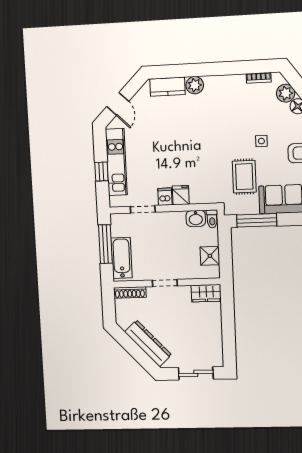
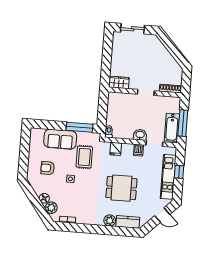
door: (118, 104) -> (162, 215), swing flipped
dining table: (183, 137) -> (121, 188), added
fridge: (181, 195) -> (116, 149), moved
washbasin: (196, 218) -> (140, 135), moved
shower: (210, 256) -> (113, 107), removed
bathtub: (122, 258) -> (172, 127), moved
dresser: (148, 343) -> (162, 52), removed

